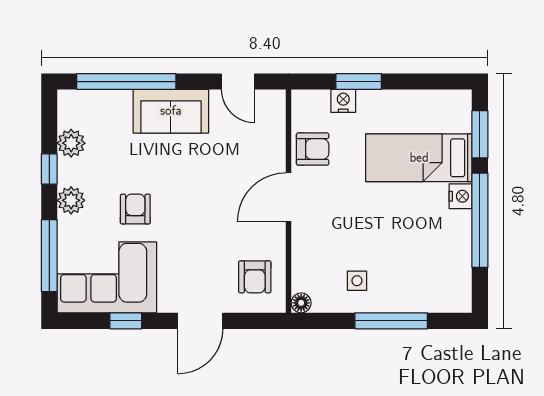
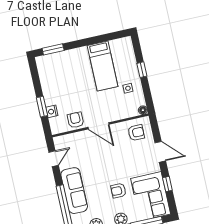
sofa: (171, 111) -> (74, 191), width x1.36
bed: (419, 158) -> (103, 66), moved
nightstand: (461, 196) -> (82, 52), removed
window: (480, 220) -> (90, 41), removed
window: (391, 321) -> (142, 70), width x0.46

